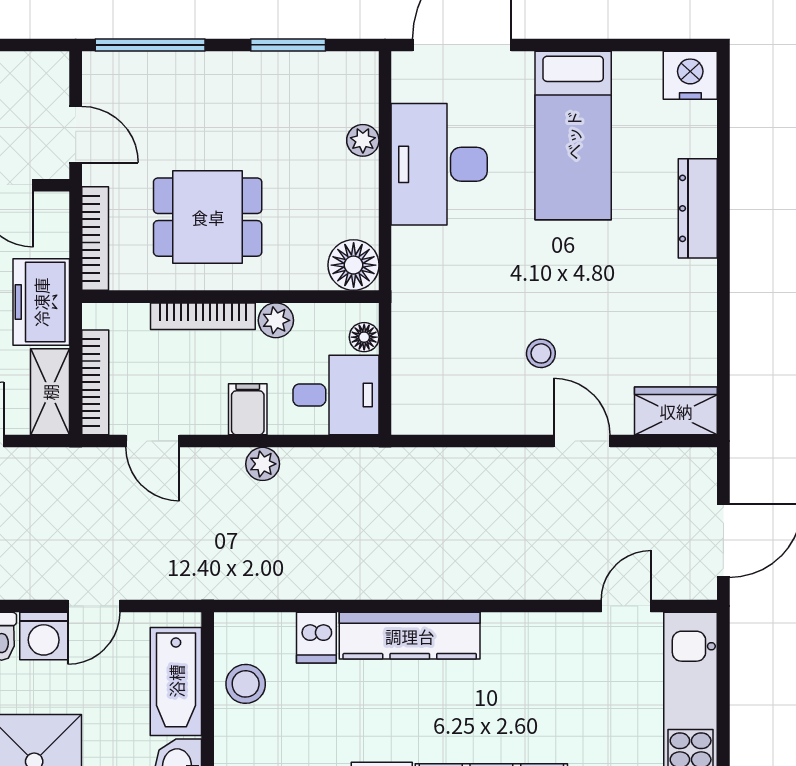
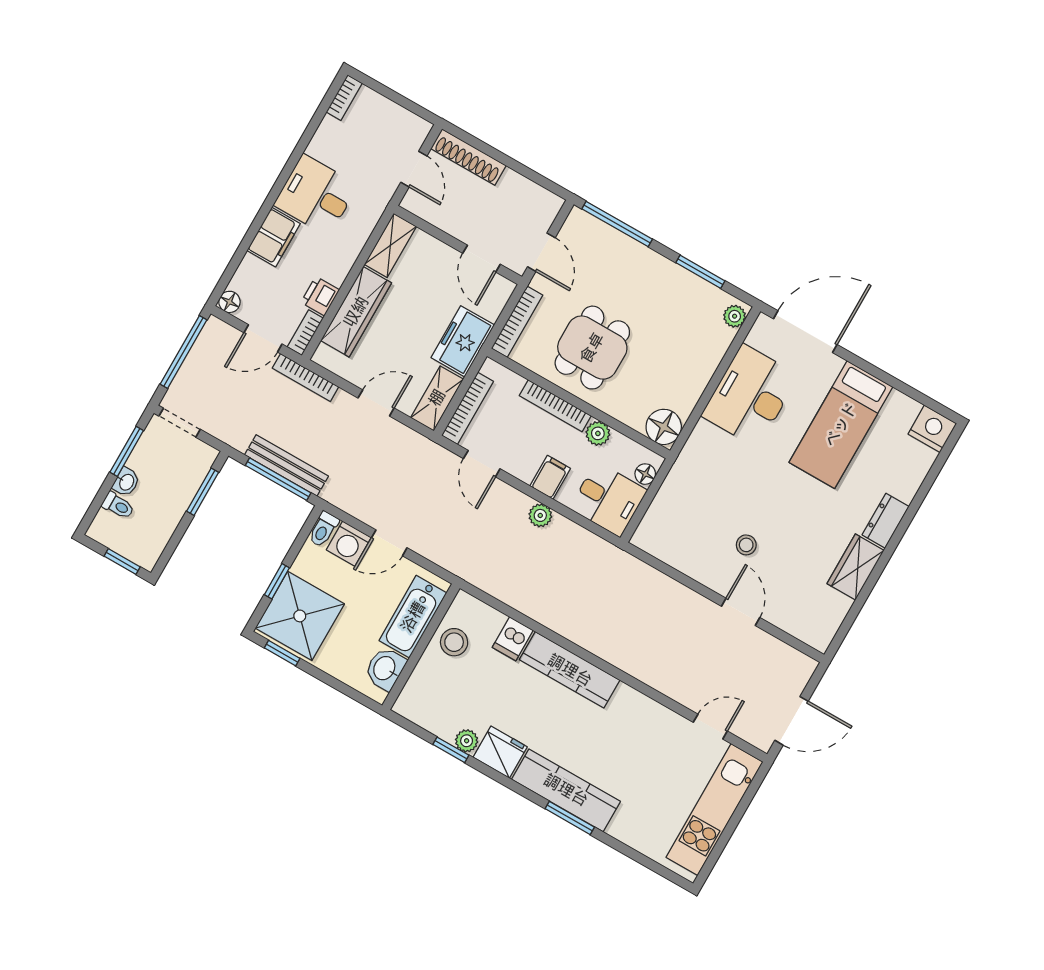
plant: (363, 140) -> (735, 316), moved
dresser: (698, 208) -> (886, 521), width x0.70
dining table: (208, 217) -> (592, 348), turned 90
wardrobe: (676, 411) -> (856, 567), moved, turned -90

